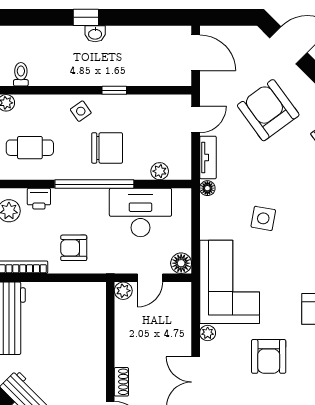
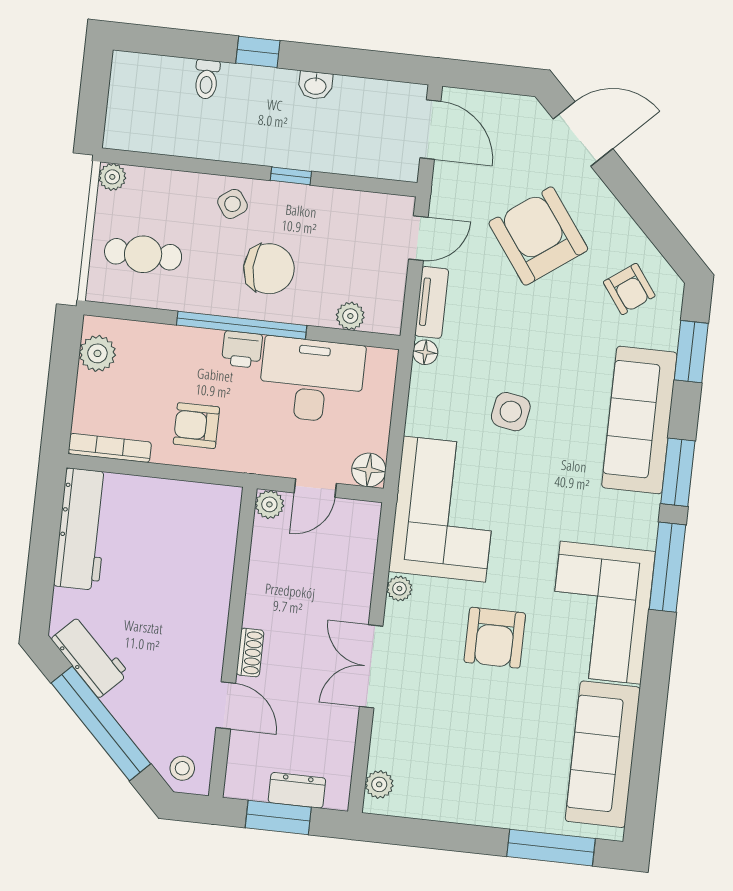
washbasin: (95, 34) -> (315, 85), moved
toilet: (21, 74) -> (207, 79), moved, turned 180
printer: (39, 199) -> (242, 349), moved

